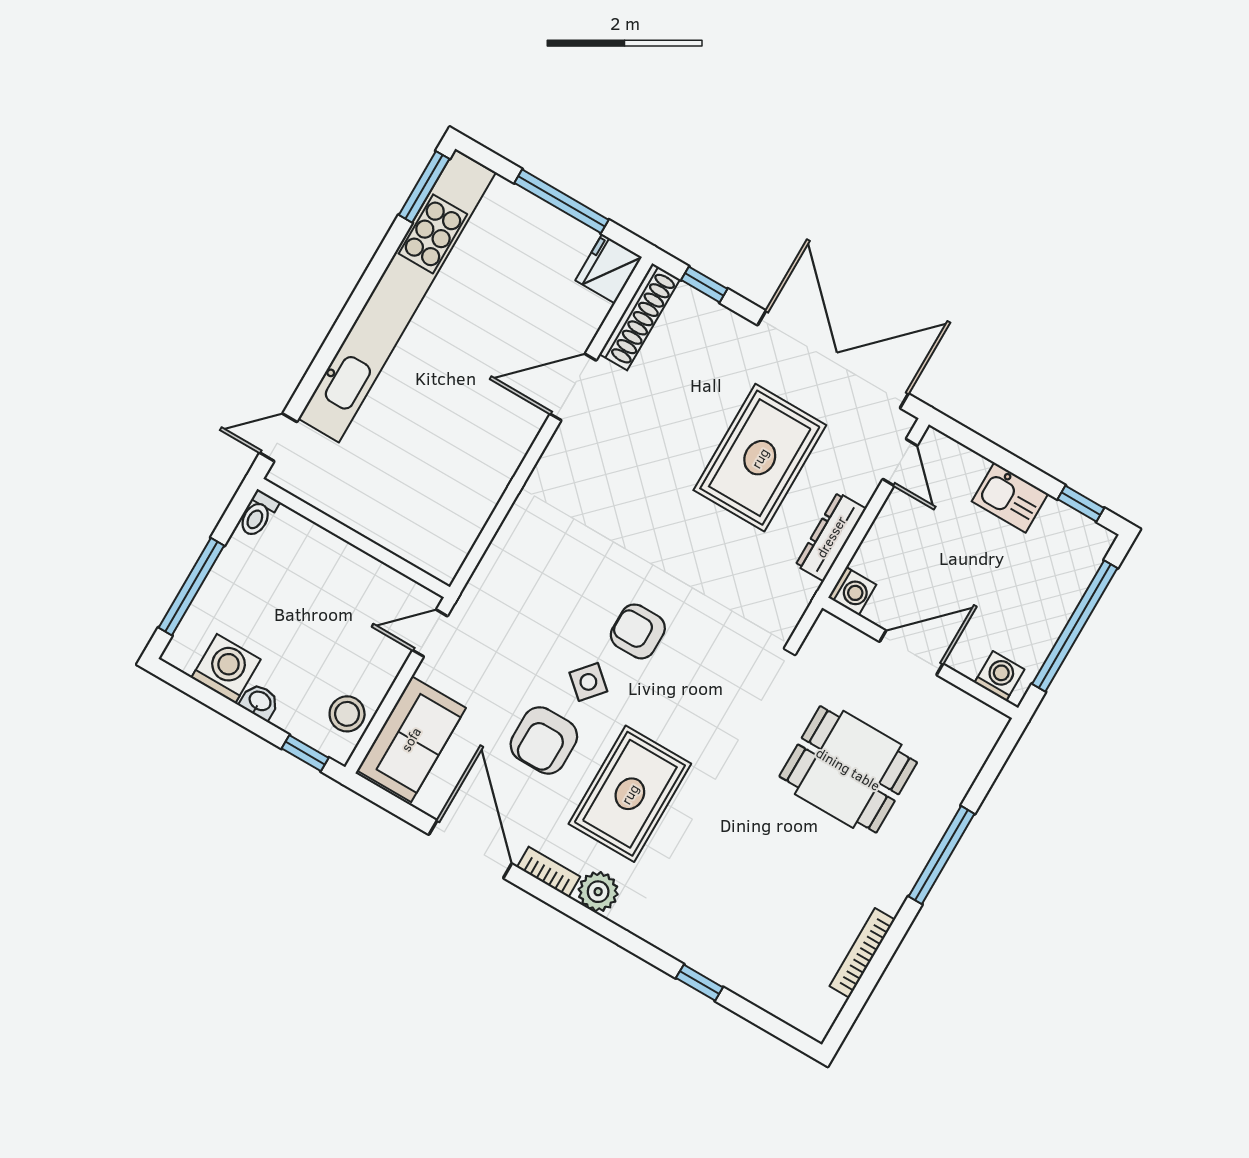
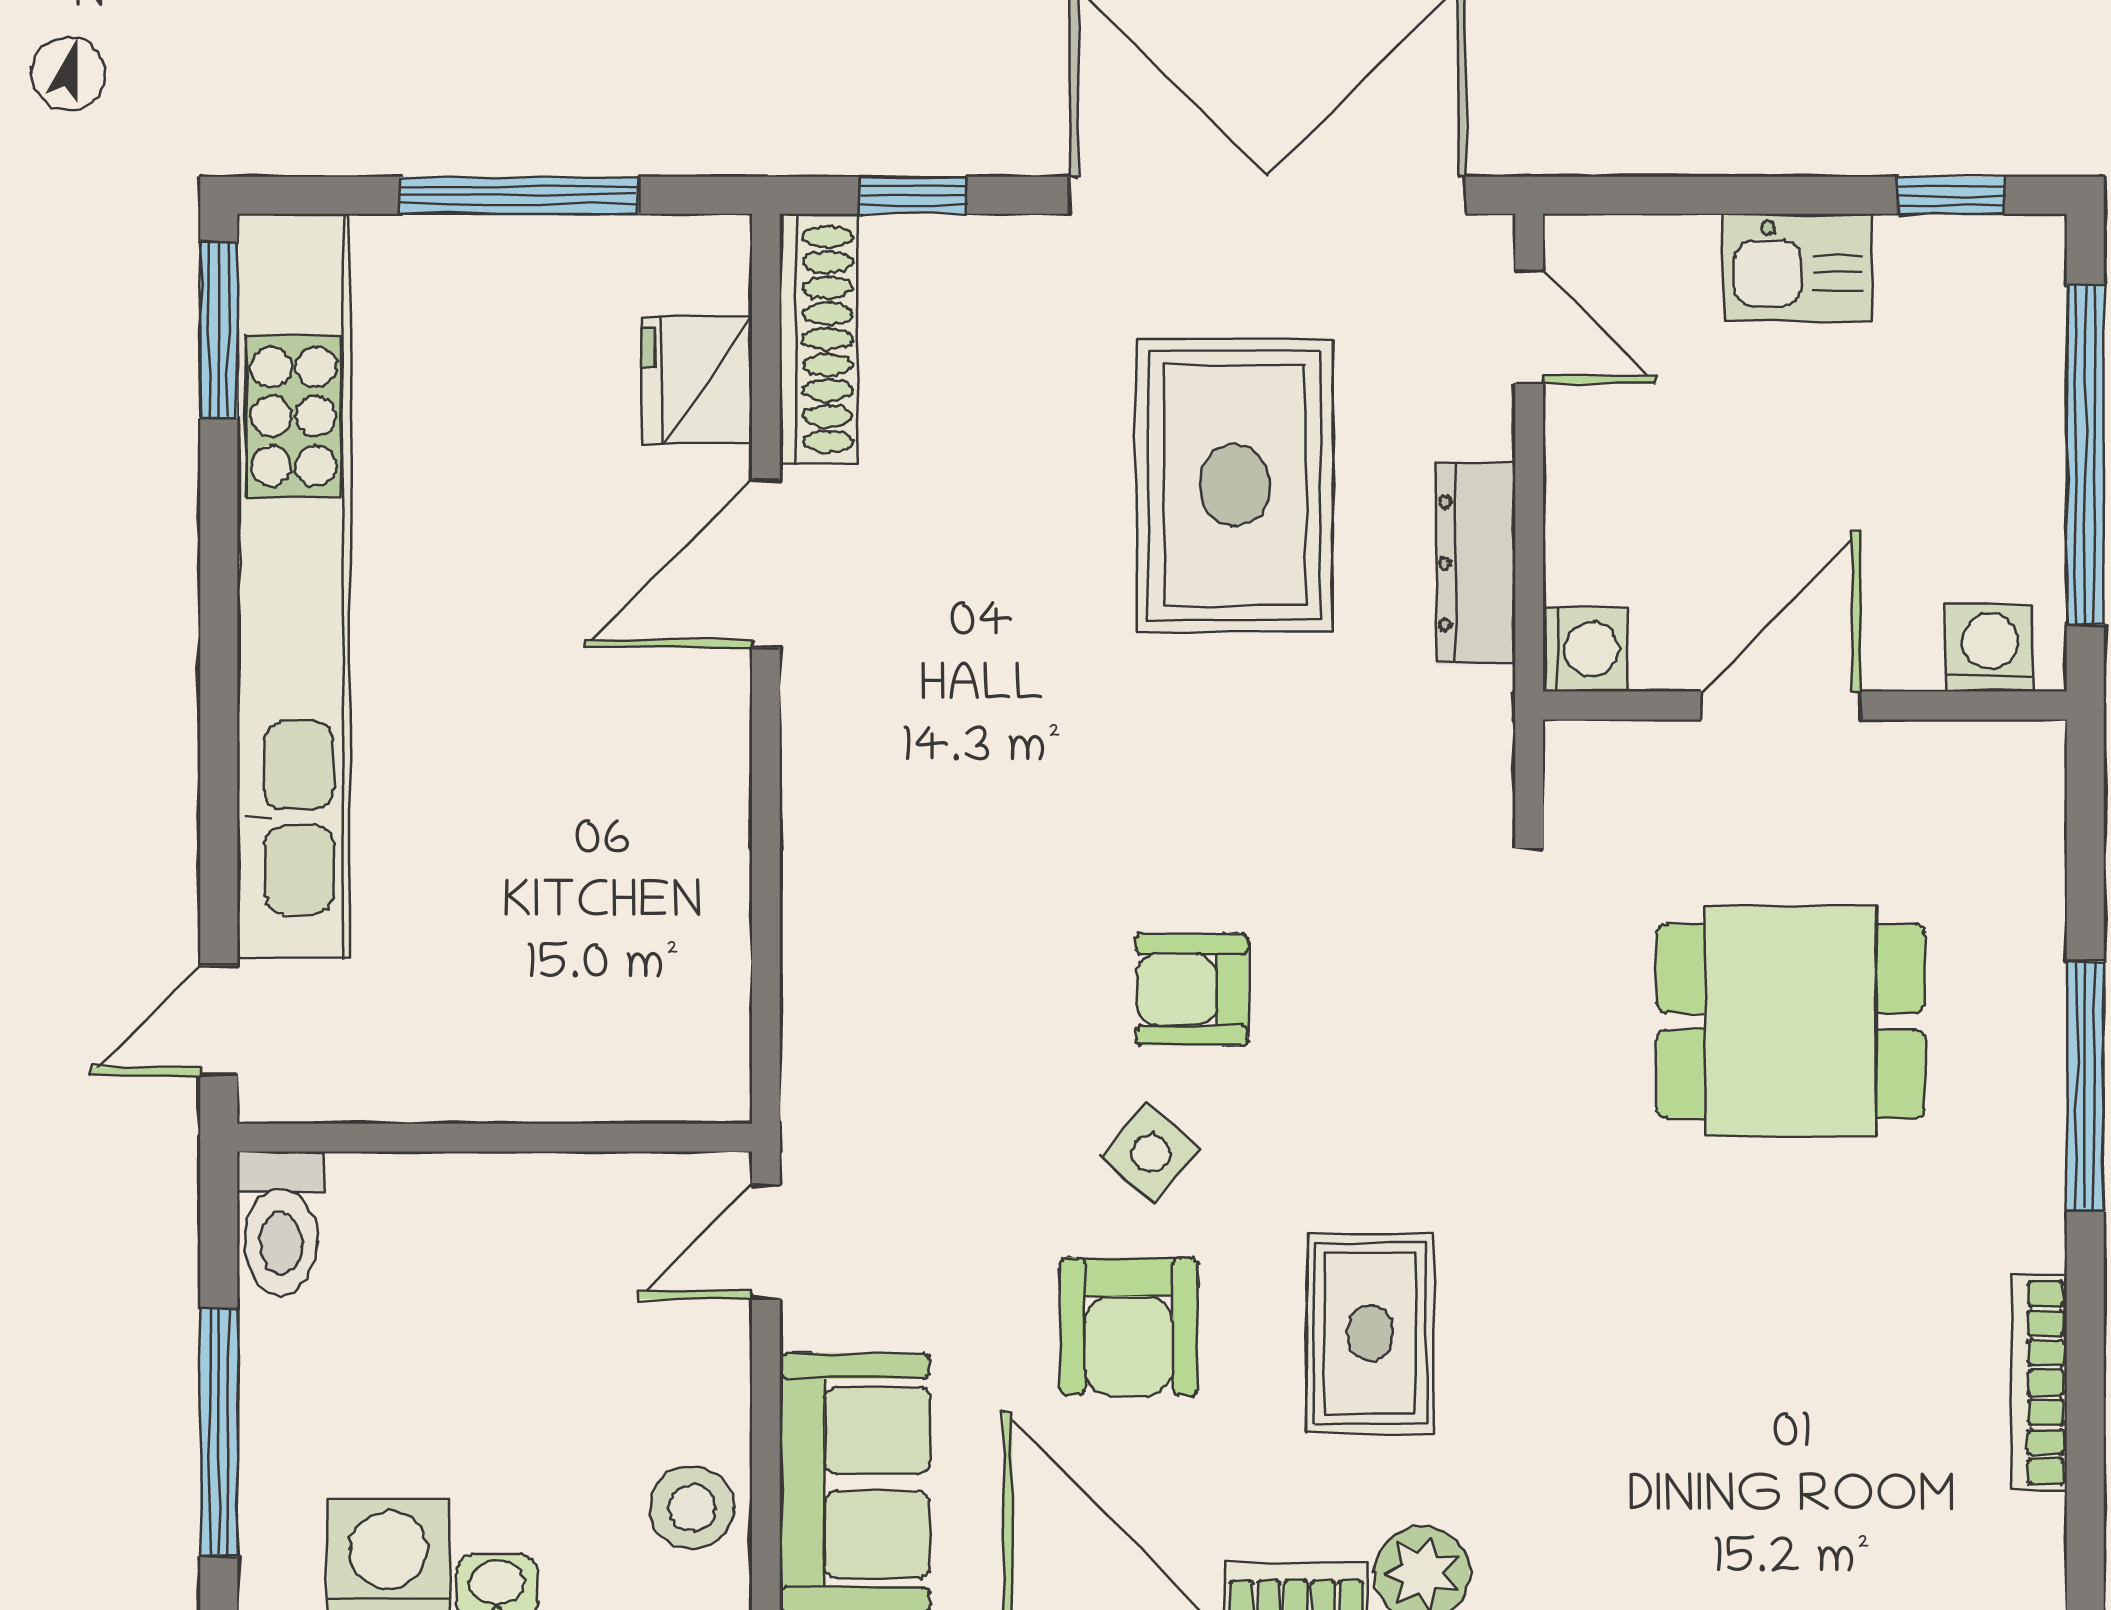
fridge: (609, 269) -> (697, 380), moved
toilet: (258, 514) -> (281, 1223), width x1.37, depth x1.39
rug: (630, 794) -> (1370, 1333), width x0.73, depth x0.70

